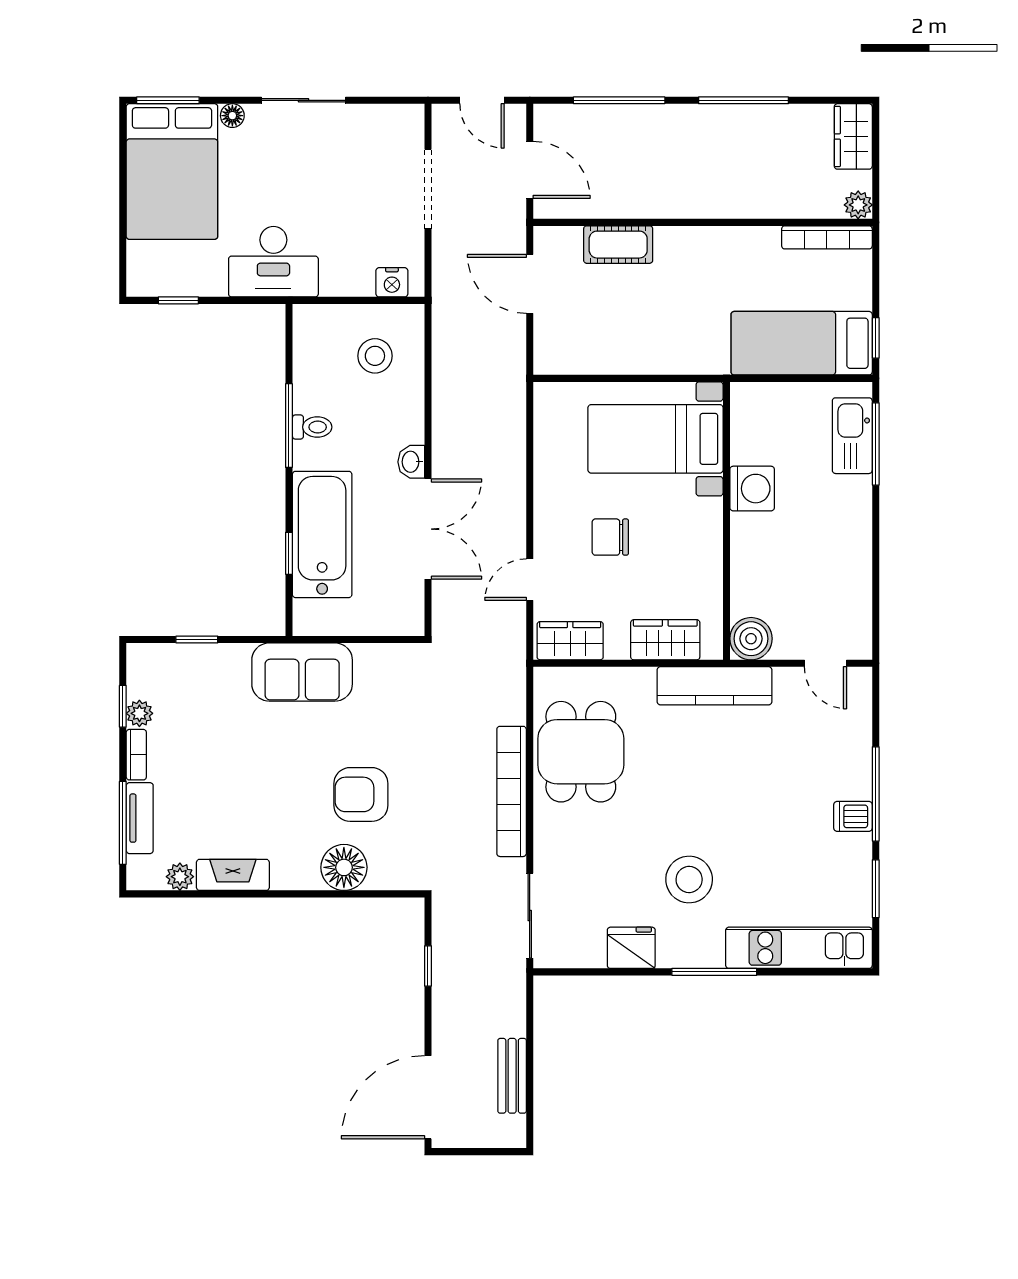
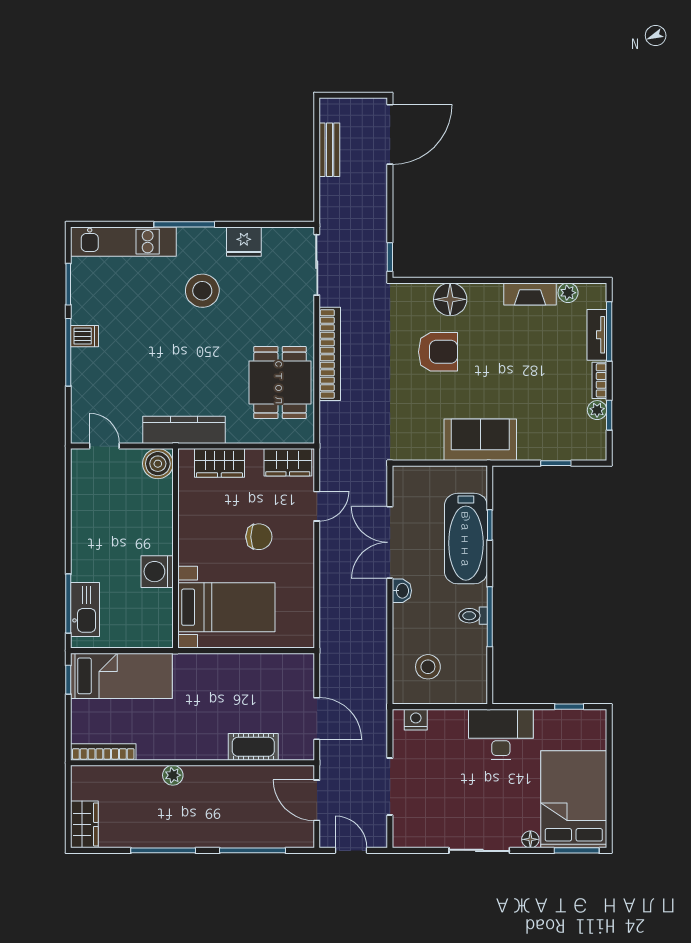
plant: (858, 205) -> (173, 775), moved
window: (428, 966) -> (390, 257), moved

